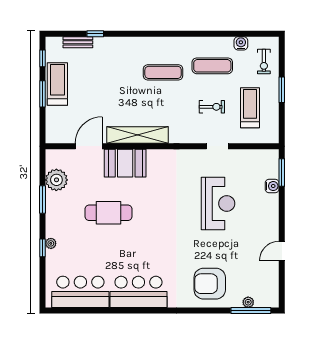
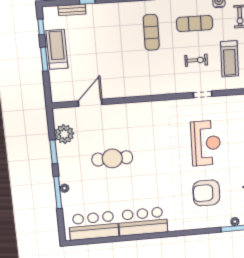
exercise mat: (163, 72) -> (151, 32), turned 90
treadmill: (250, 108) -> (229, 59), turned 180
shelving: (138, 135) -> (133, 90), removed
booth: (125, 163) -> (123, 115), removed
window: (43, 248) -> (58, 193), width x2.17
armchair: (210, 284) -> (206, 193), moved

